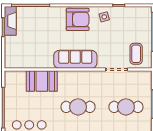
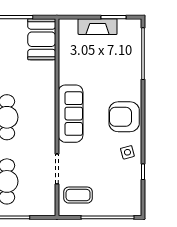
armchair: (78, 19) -> (124, 117), turned 90
fireplace: (10, 21) -> (98, 27), moved
booth: (42, 81) -> (42, 39), moved

